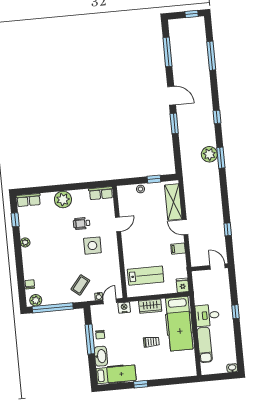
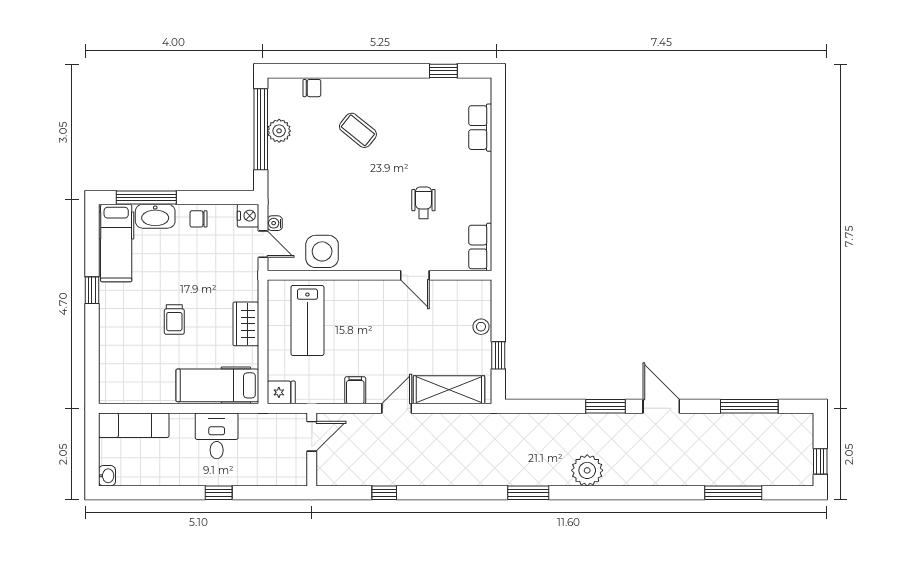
door: (172, 96) -> (661, 406), swing flipped
window: (217, 117) -> (610, 493), removed
plant: (209, 154) -> (587, 470), moved
plant: (63, 199) -> (475, 170), removed
row of seats: (29, 200) -> (480, 128), moved
plant: (25, 242) -> (396, 87), removed
side table: (92, 246) -> (322, 251), moved
door: (218, 267) -> (312, 436), moved
coffee table: (80, 285) -> (358, 130), moved
plant: (36, 300) -> (279, 131), moved
nightstand: (124, 308) -> (248, 216), moved
hospital bed: (179, 324) -> (217, 385), width x0.73, depth x0.78
window: (90, 339) -> (146, 197), moved
exam couch: (205, 345) -> (134, 425), moved

